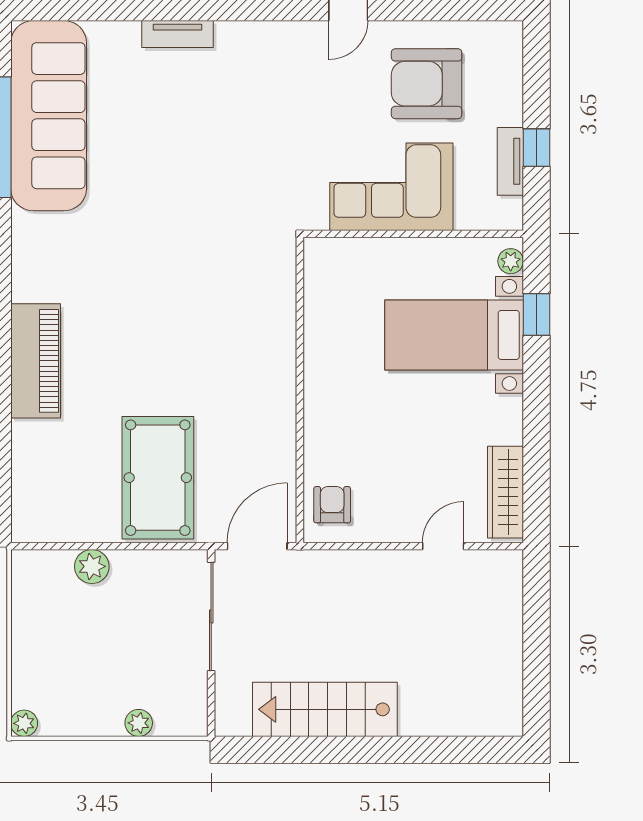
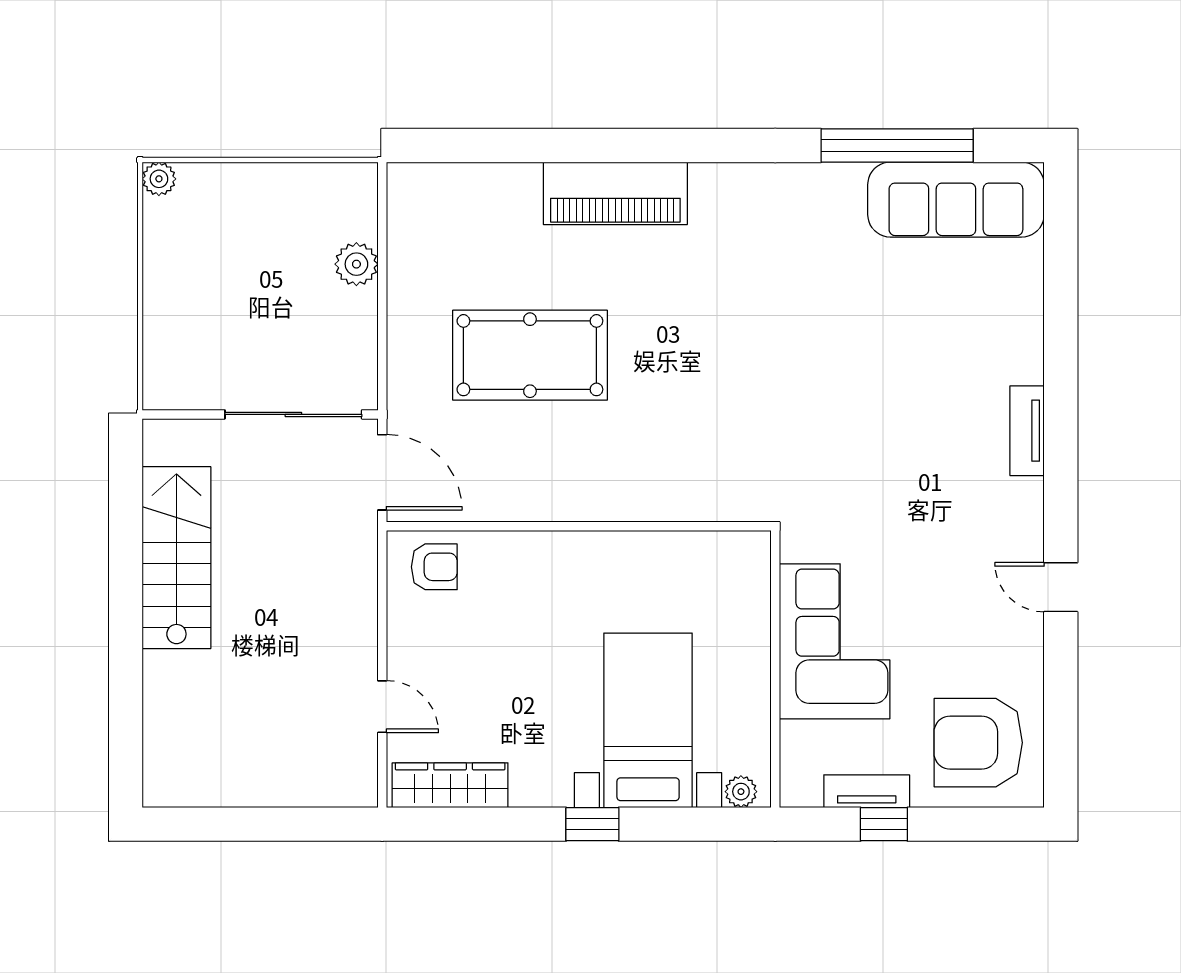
tv unit: (177, 34) -> (1027, 431), moved
armchair: (427, 84) -> (978, 743), moved, turned -90
sofa: (49, 116) -> (956, 200), width x0.74, depth x0.79
window: (536, 314) -> (592, 824), moved
pool table: (158, 478) -> (530, 355), moved
plant: (139, 723) -> (159, 323), removed

